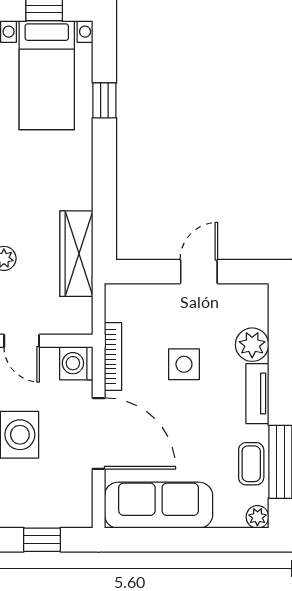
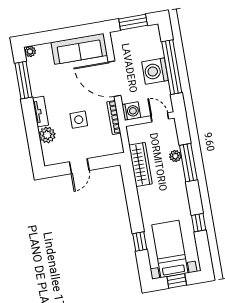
coffee table: (251, 464) -> (38, 77), removed
window: (42, 540) -> (133, 22), width x1.50

